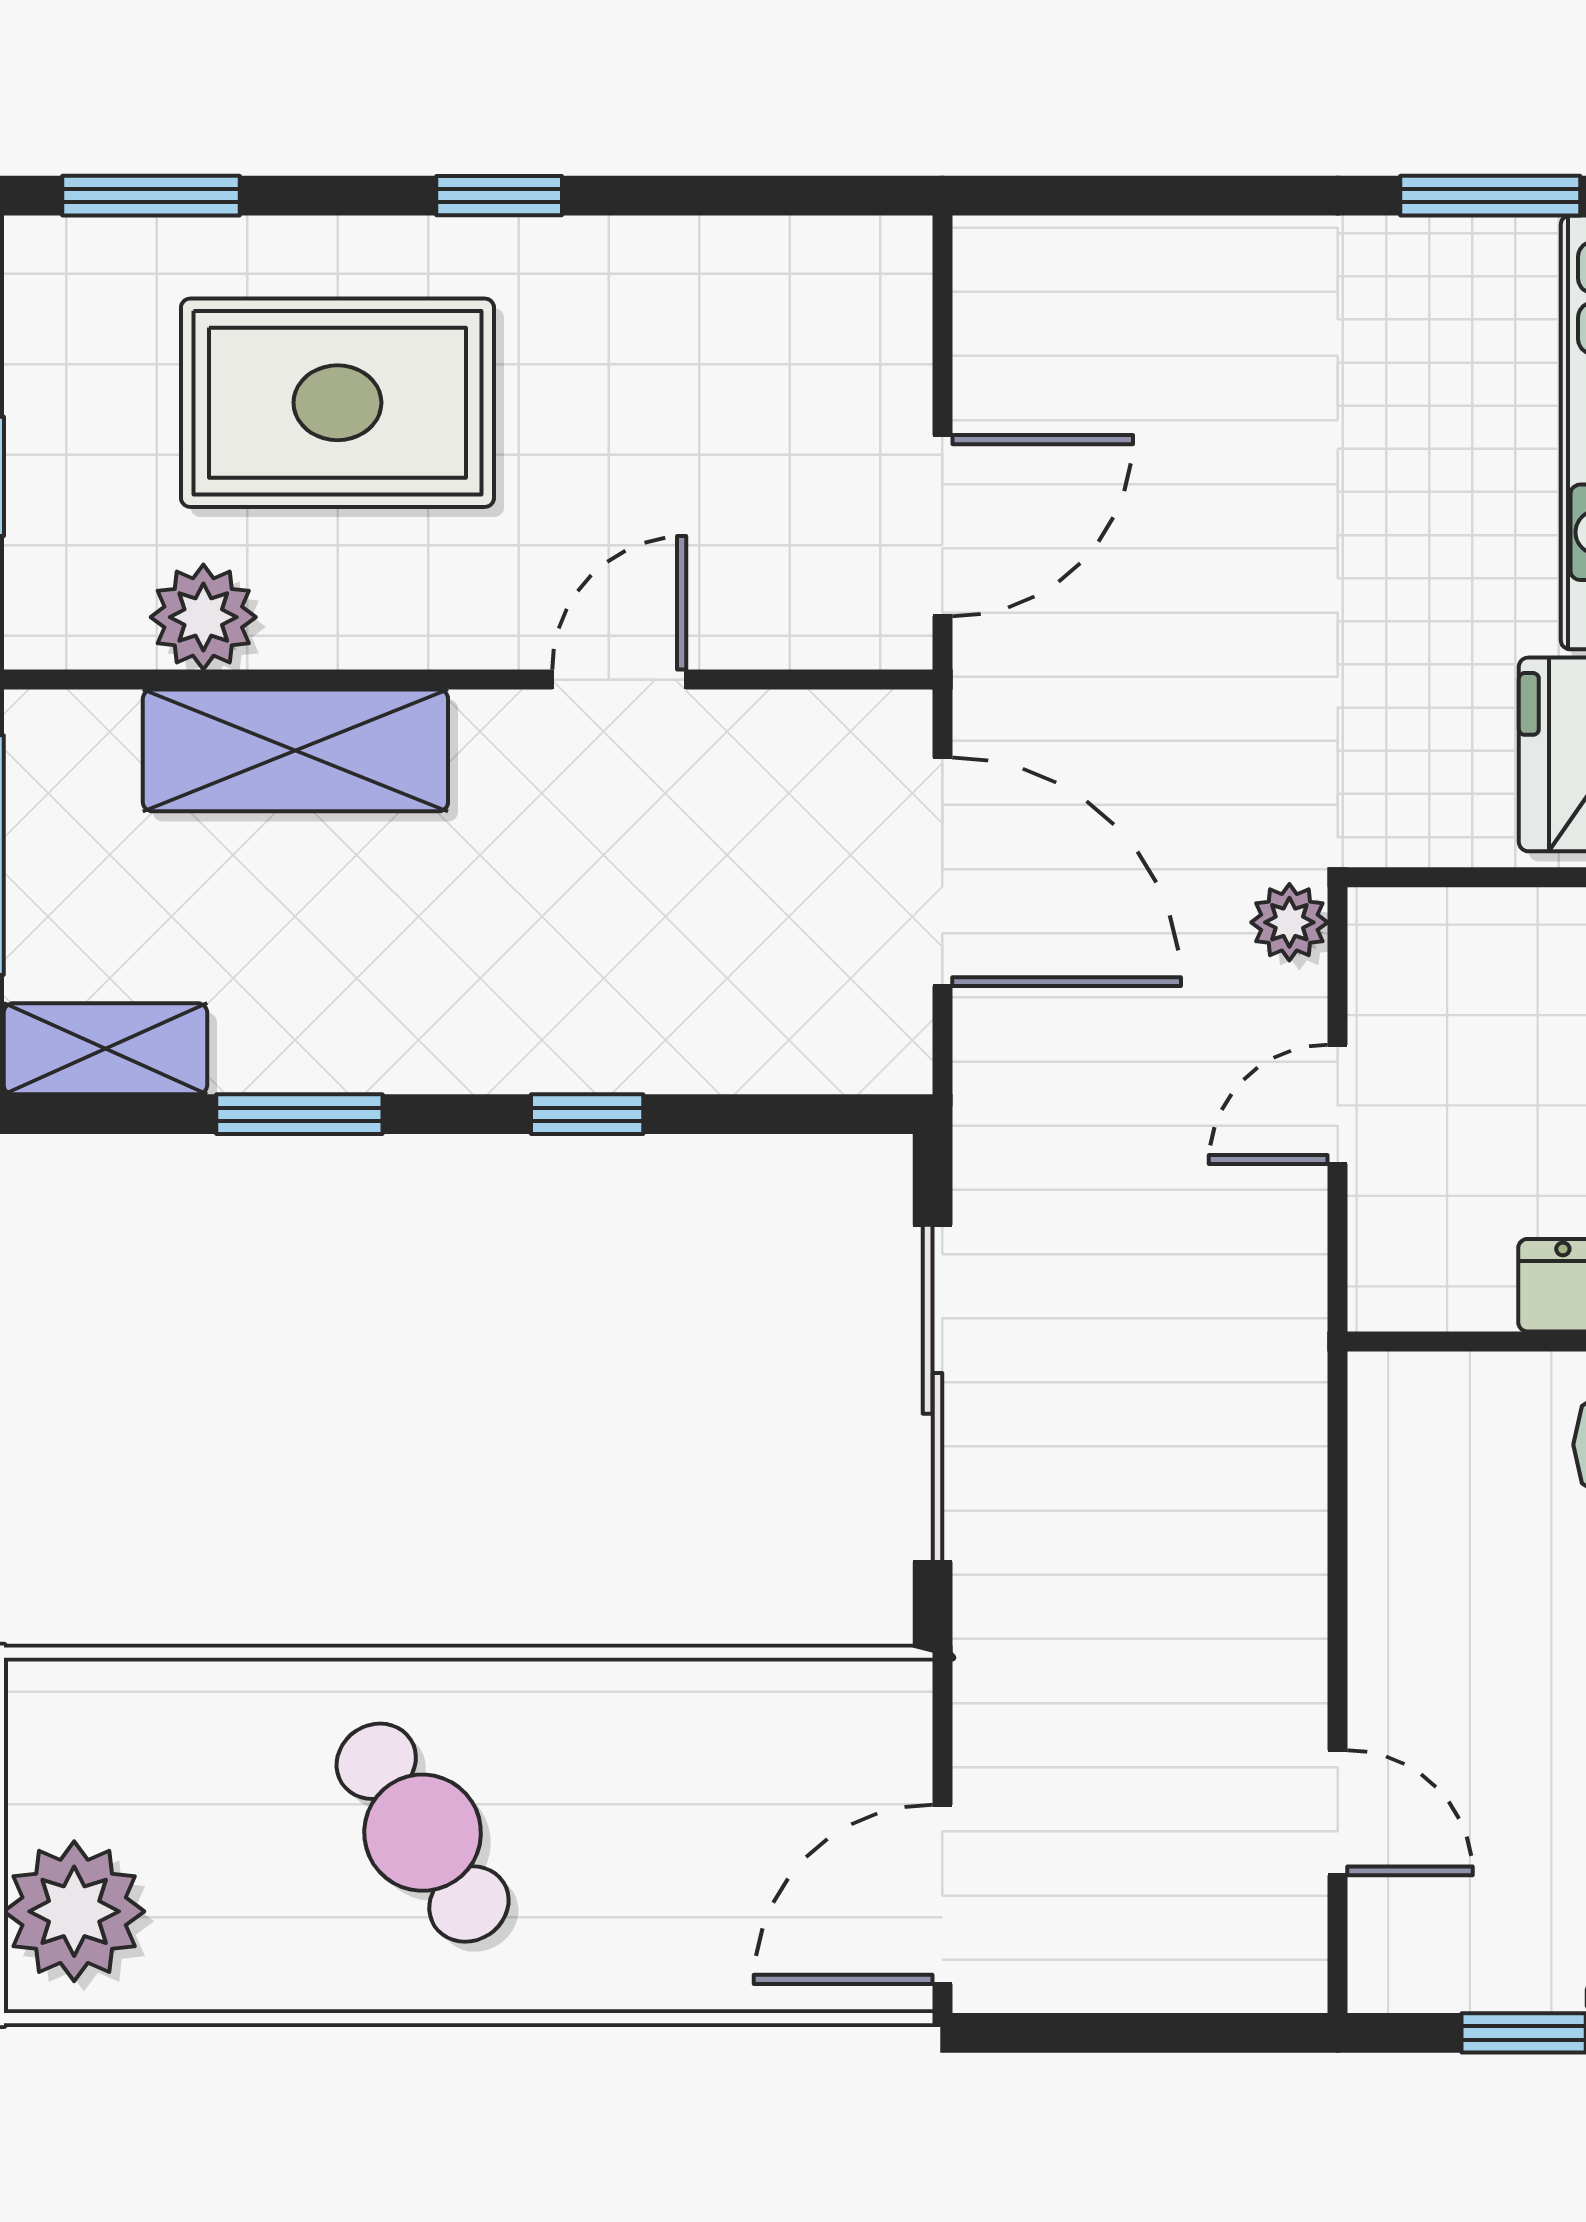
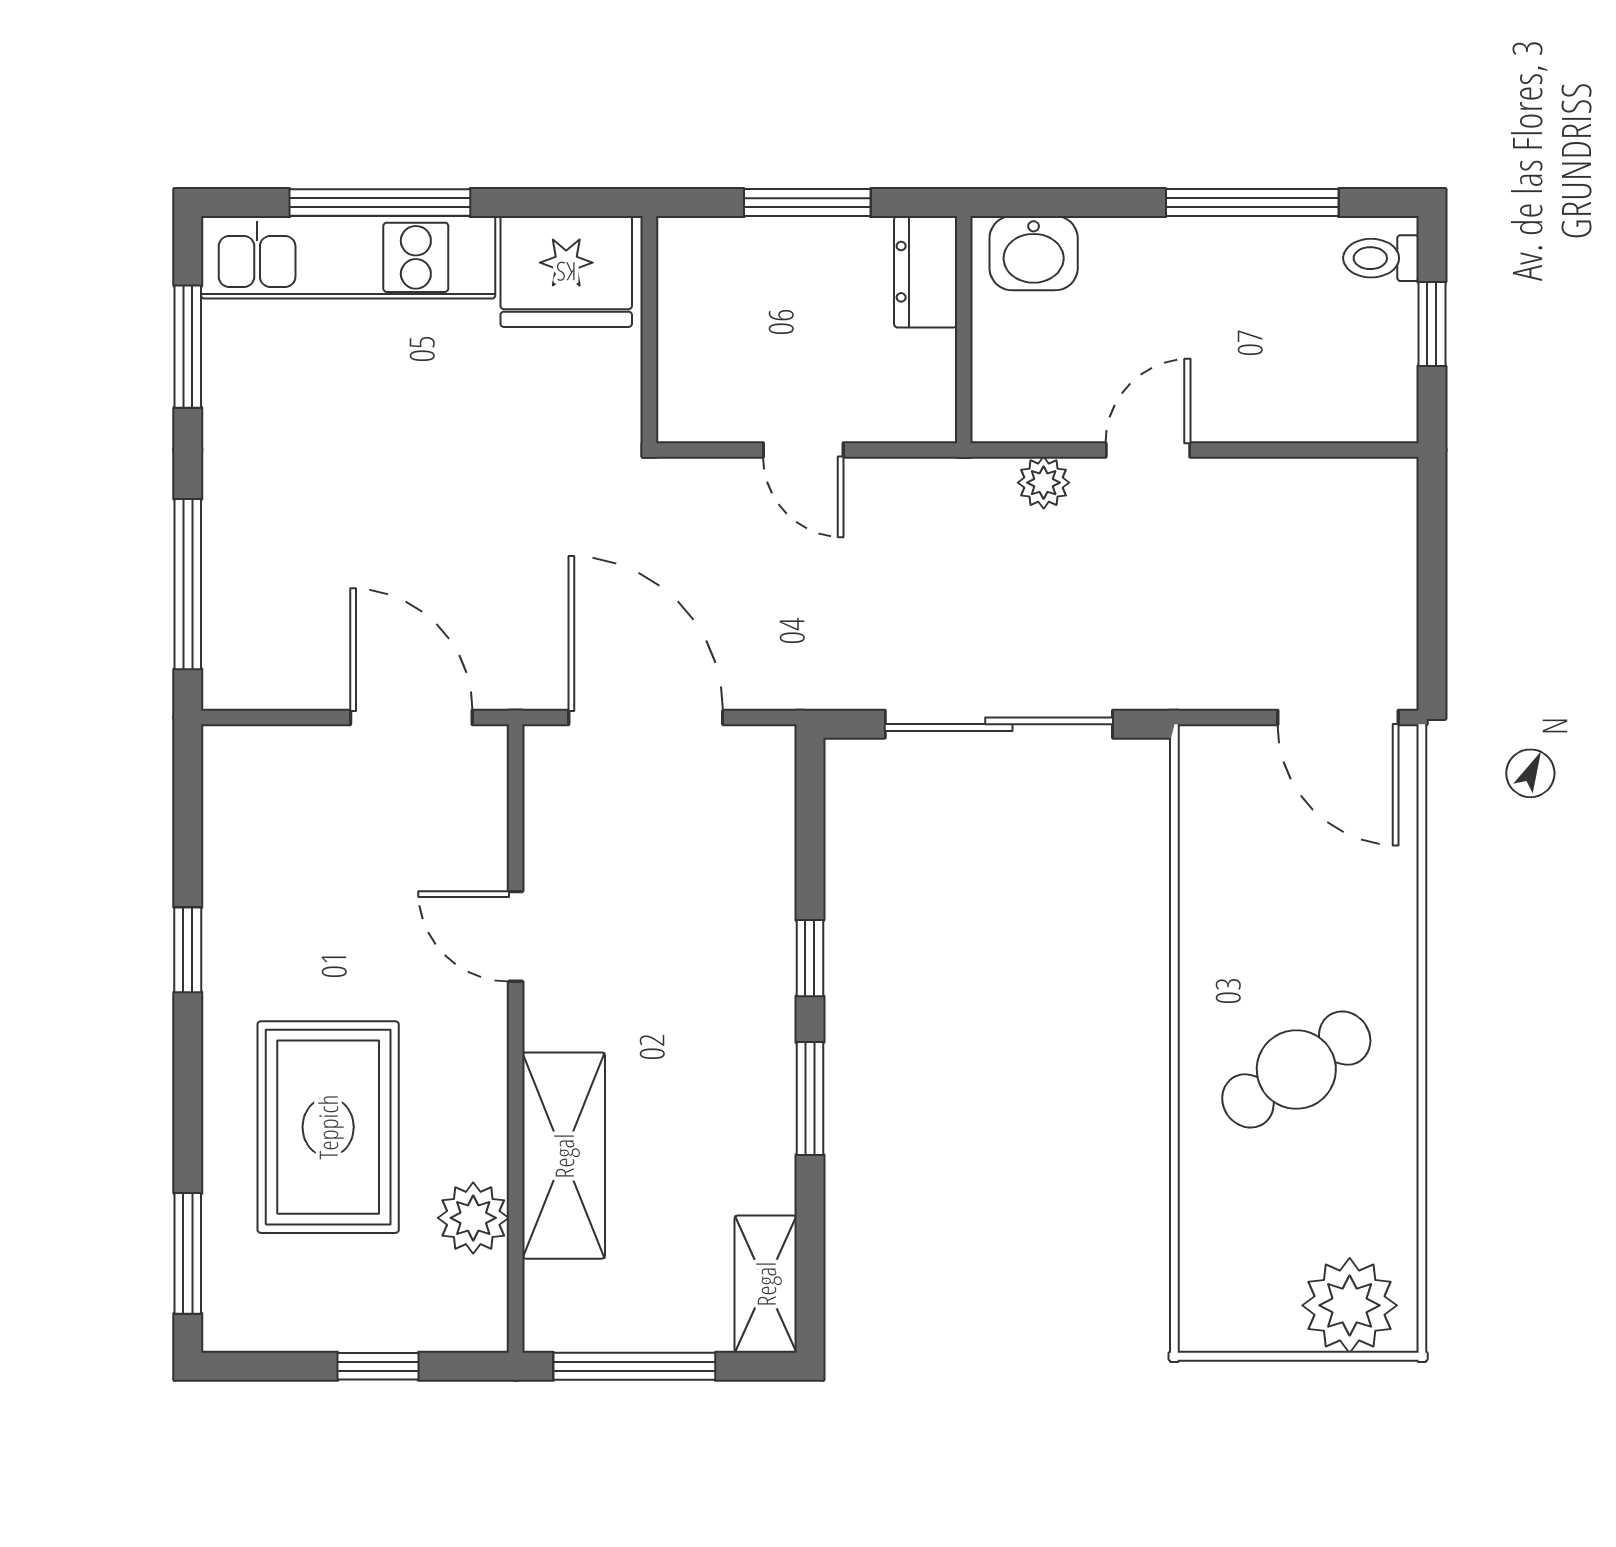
window: (499, 196) -> (188, 950), moved
window: (1139, 196) -> (188, 584), added
door: (942, 872) -> (646, 718), hinge flipped
plant: (1289, 922) -> (1044, 483), moved
window: (299, 1114) -> (810, 1099), moved
door: (1338, 1813) -> (1148, 450), moved

